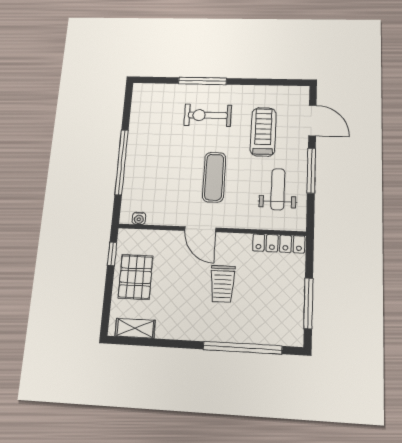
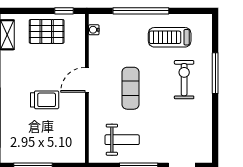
treadmill: (263, 132) -> (170, 37), moved, turned 180
exercise mat: (214, 177) -> (131, 88), turned 90
locker: (279, 243) -> (78, 142), removed
trolley: (222, 284) -> (45, 100), turned 180

